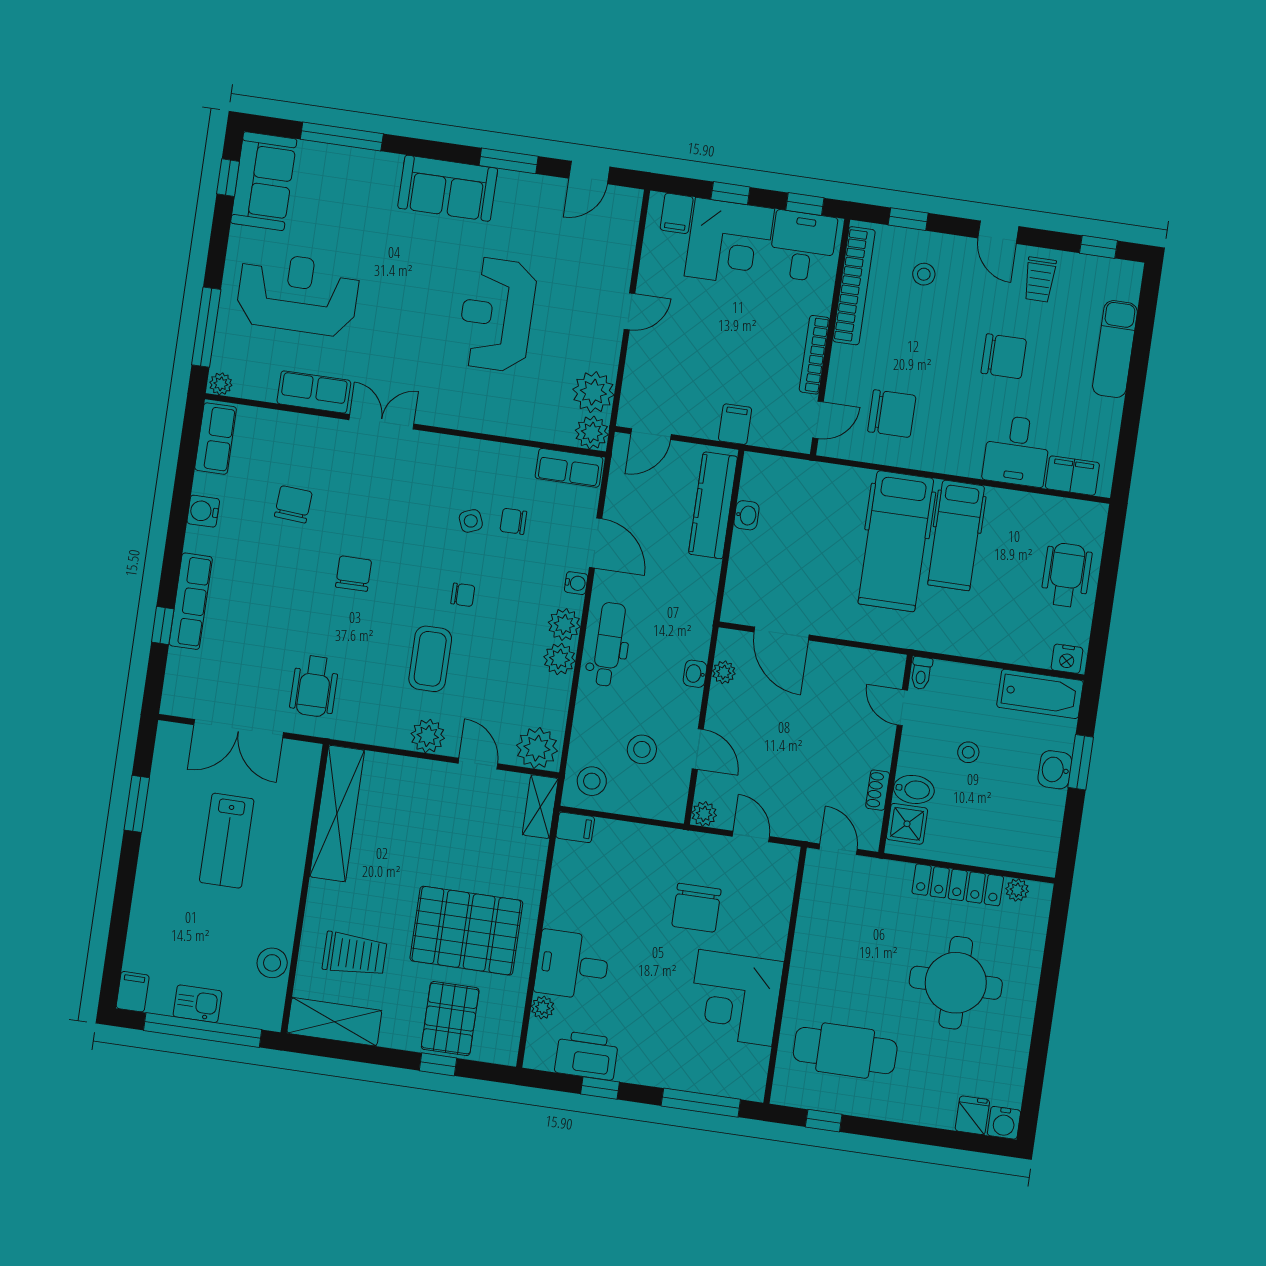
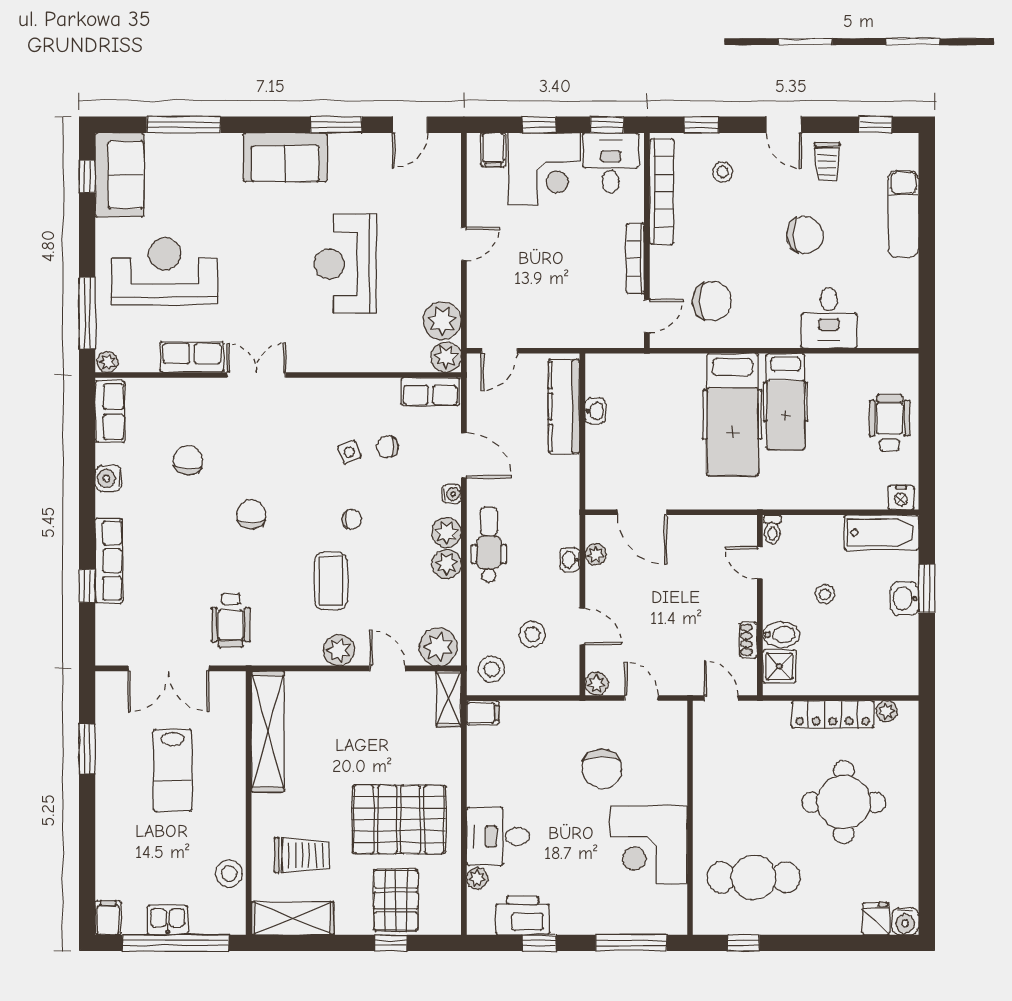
filing cabinet: (735, 424) -> (573, 331), removed
filing cabinet: (1072, 476) -> (882, 333), removed

